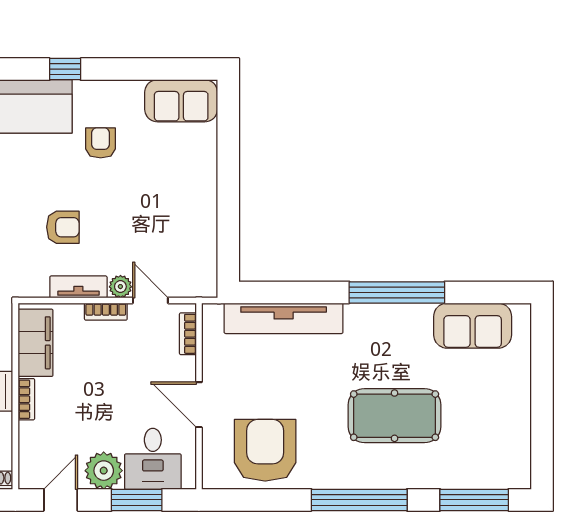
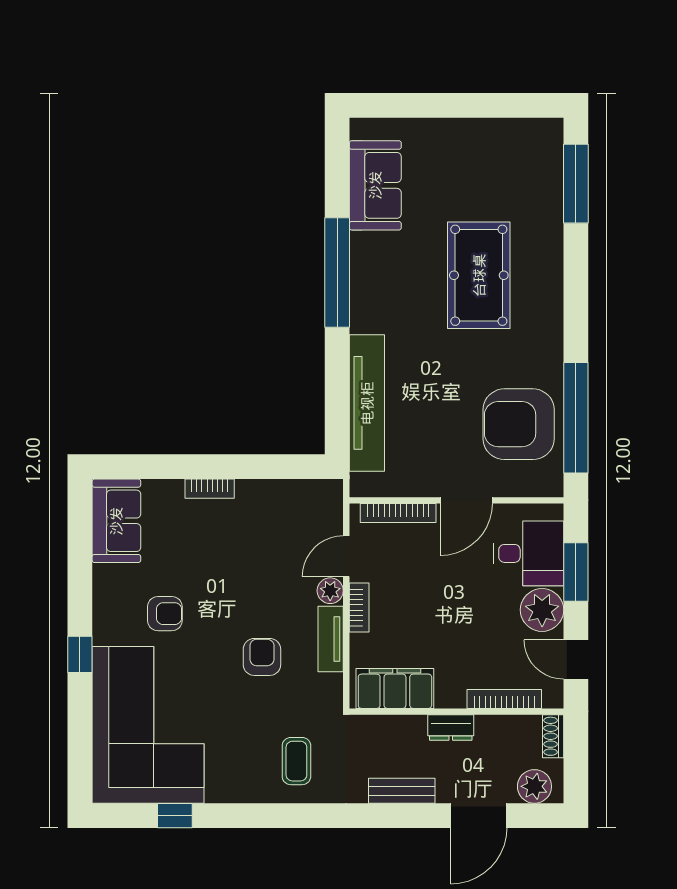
armchair: (101, 143) -> (165, 614), turned 180
bookcase: (209, 182) -> (210, 489), added
bookcase: (188, 334) -> (398, 513), width x1.56
bookcase: (26, 399) -> (504, 699), moved, width x1.56
window: (359, 500) -> (576, 418), moved

